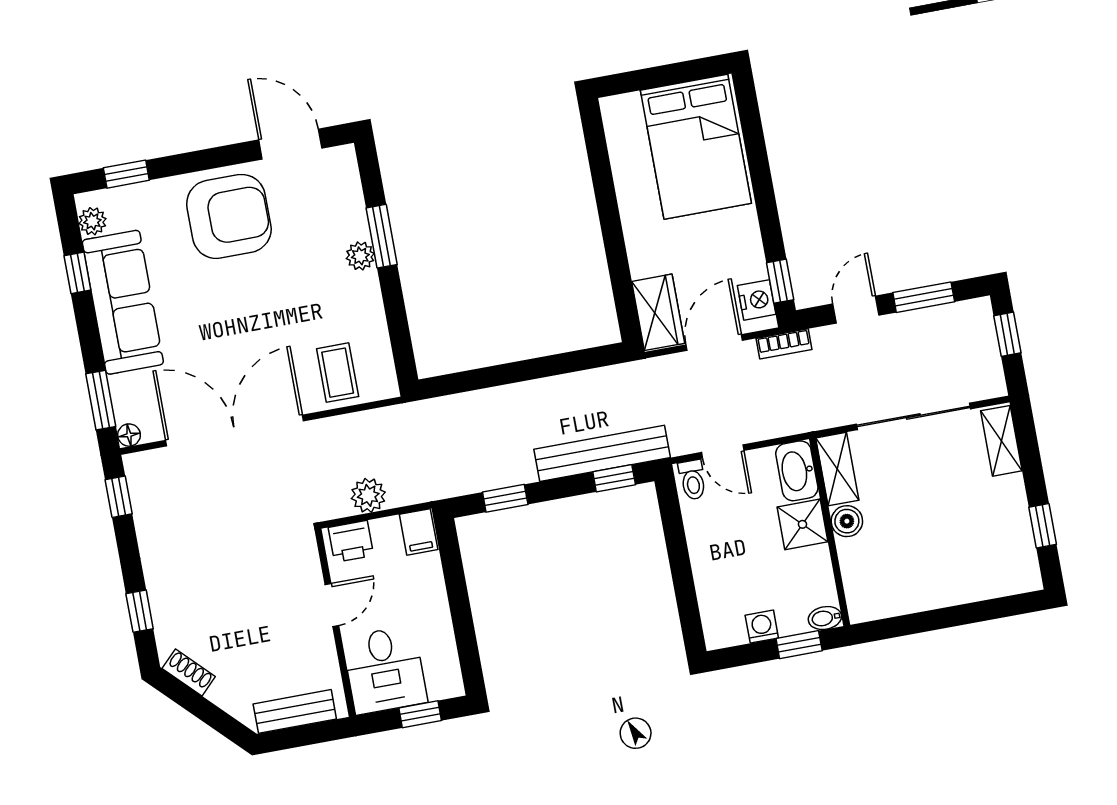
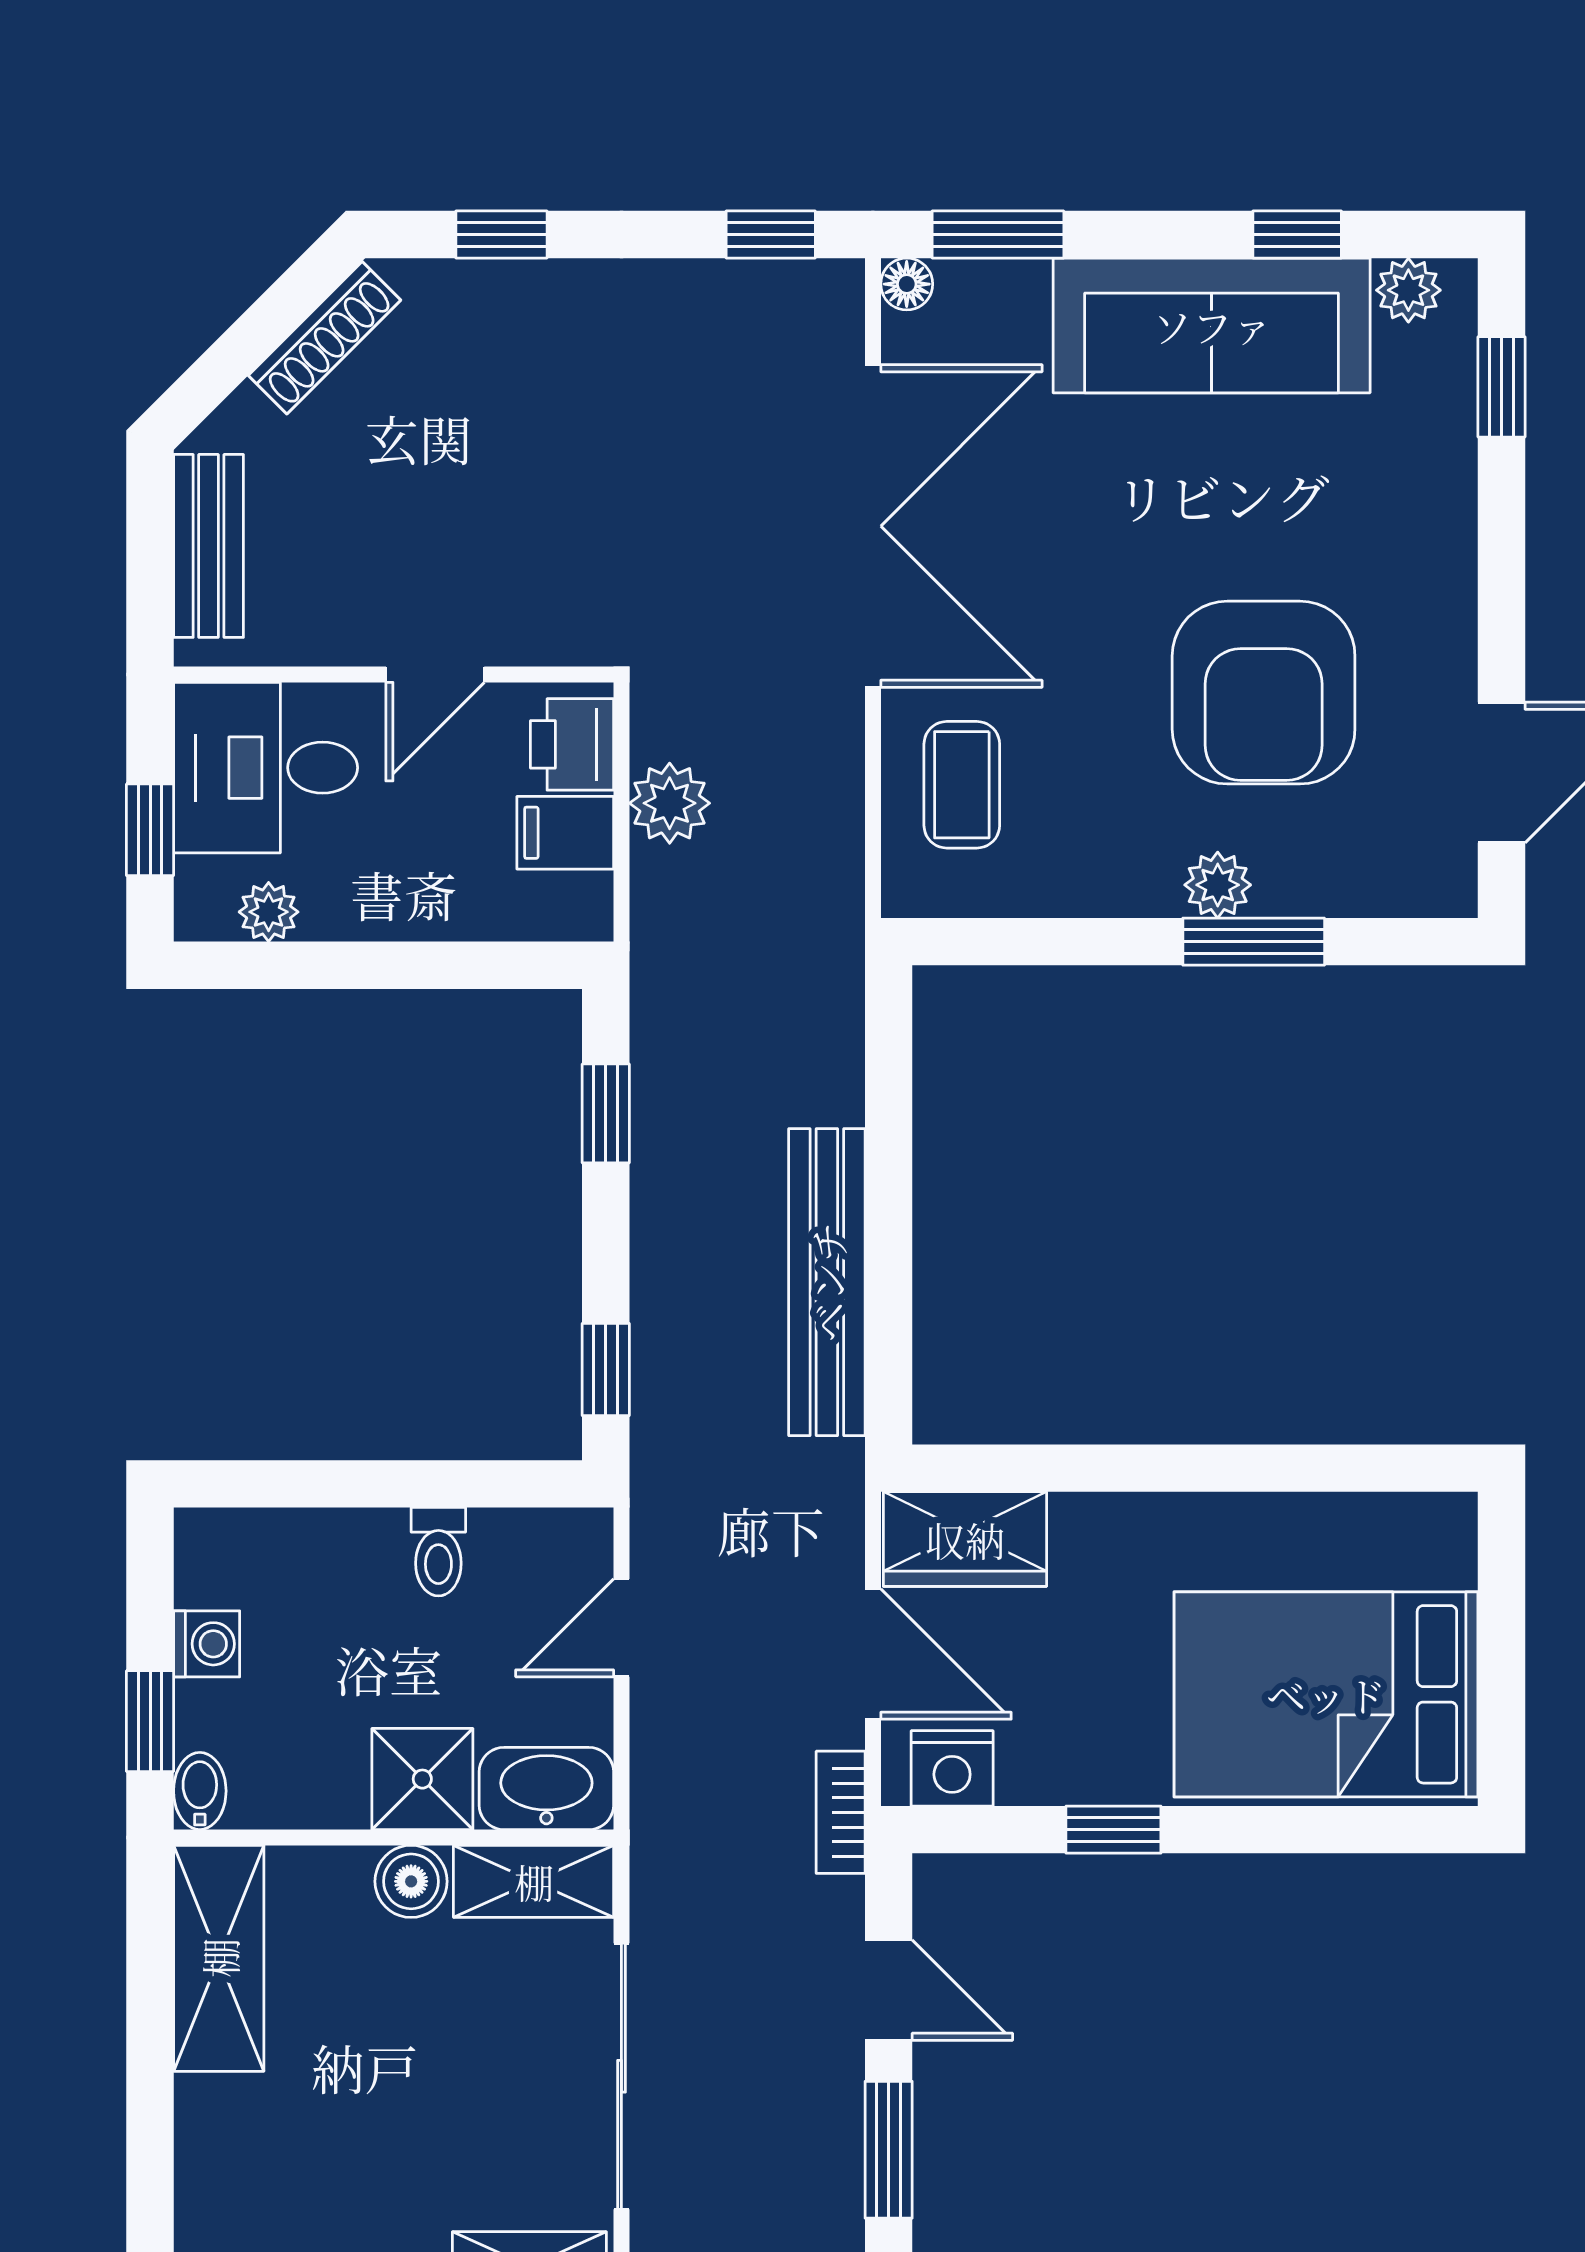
armchair: (229, 216) -> (1264, 693), moved
window: (780, 281) -> (1113, 1830), moved
coffee table: (338, 373) -> (962, 785), turned 90
bench: (602, 453) -> (827, 1282), moved
toilet: (692, 480) -> (438, 1552), moved, turned -90
filing cabinet: (419, 532) -> (565, 833), moved
shelving: (895, 597) -> (219, 1958), added
door: (332, 605) -> (435, 675), hinge flipped
plant: (446, 657) -> (269, 912), added
shoe rack: (189, 672) -> (324, 338), width x1.43

